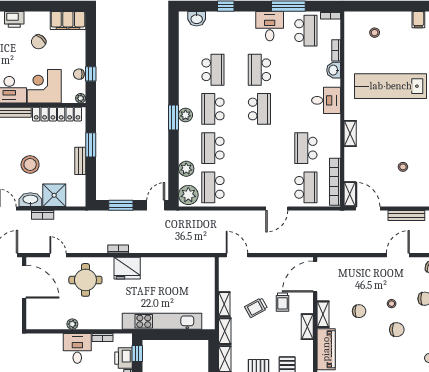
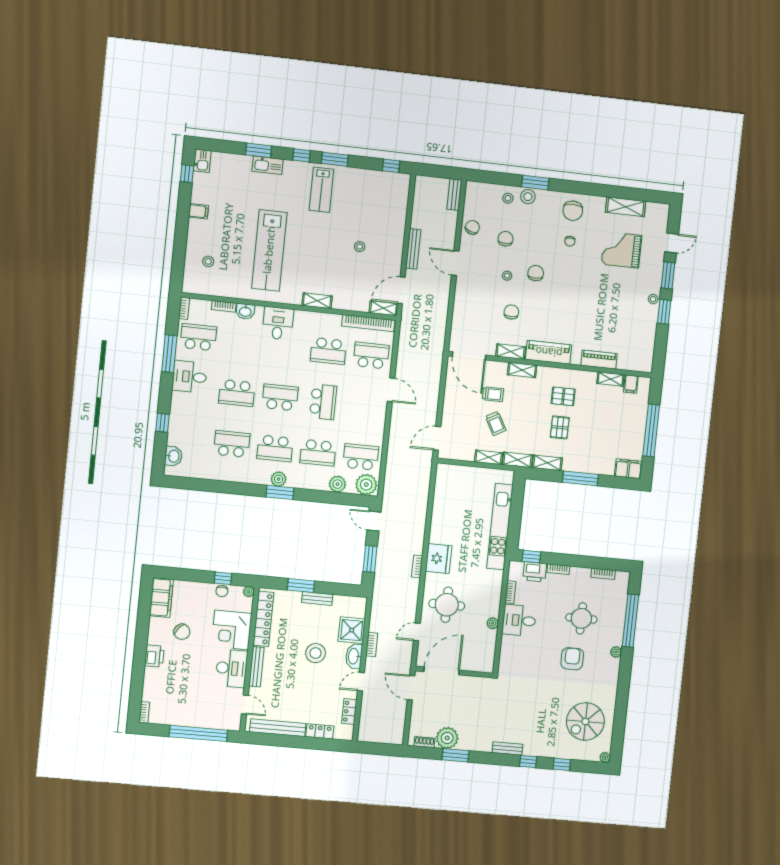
school desk: (259, 148) -> (323, 402), added
school desk: (213, 187) -> (361, 457), turned 180

